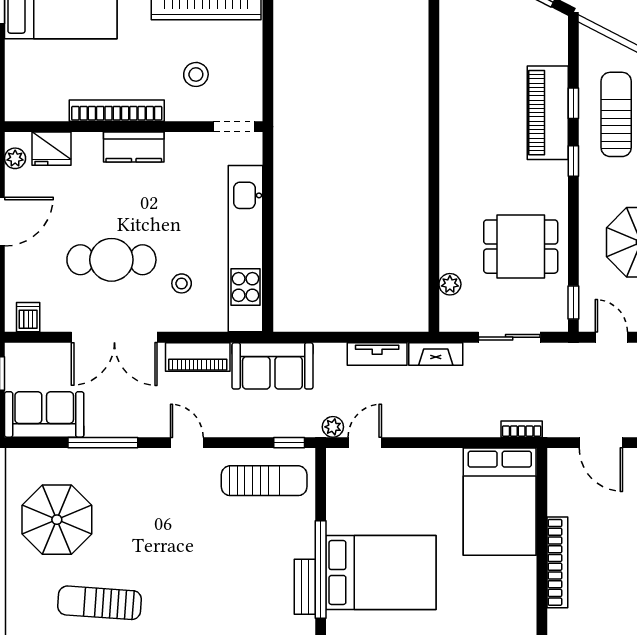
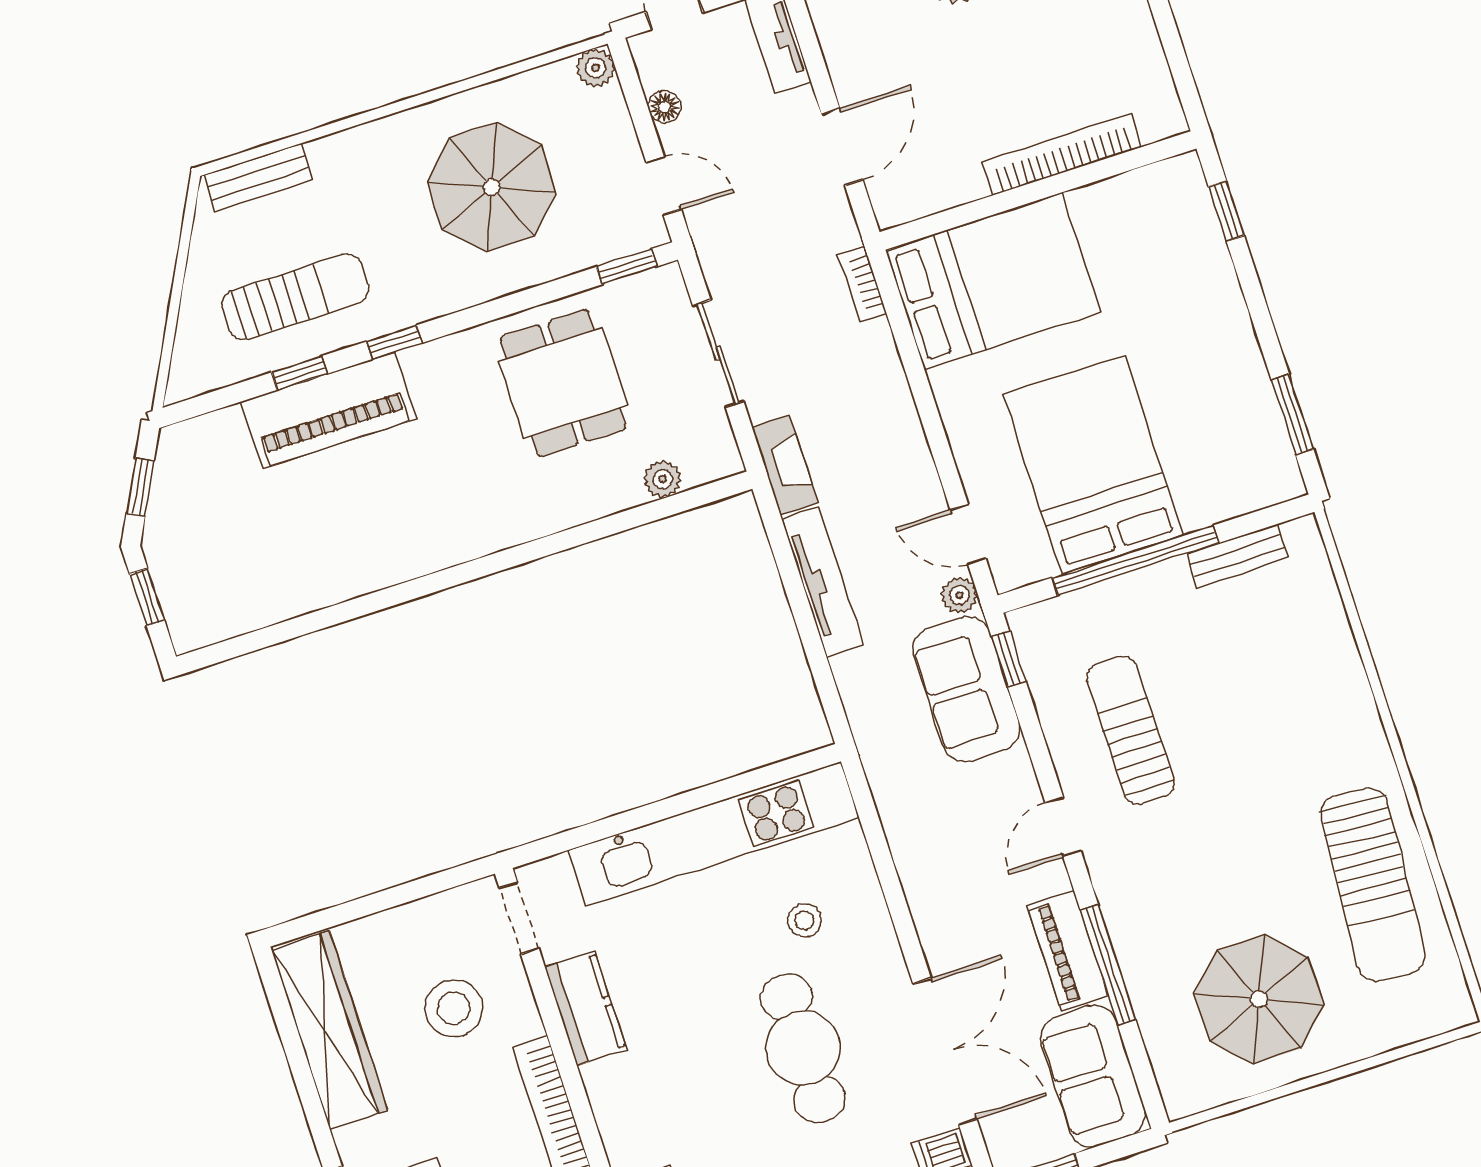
stool: (196, 74) -> (454, 1008), width x1.38, depth x1.38
sun lounger: (616, 114) -> (295, 297), turned 180
kitchen counter: (134, 147) -> (585, 1008), moved
double door: (114, 337) -> (945, 1051), moved
door: (611, 337) -> (664, 186), swing flipped
tv unit: (377, 354) -> (822, 582), width x1.41
piano: (198, 357) -> (1068, 950), moved, turned 180
sofa: (272, 366) -> (966, 689), moved, turned 180
sun lounger: (264, 481) -> (1130, 730), moved
window: (321, 569) -> (1135, 560), moved
bed: (381, 573) -> (1093, 465), moved
sun lounger: (100, 603) -> (1373, 885), width x1.36, depth x1.34

